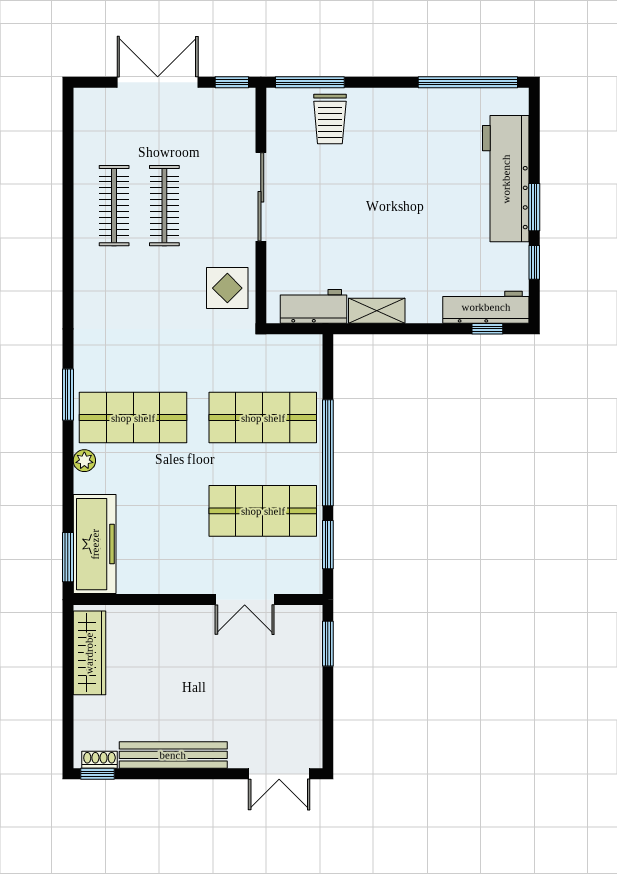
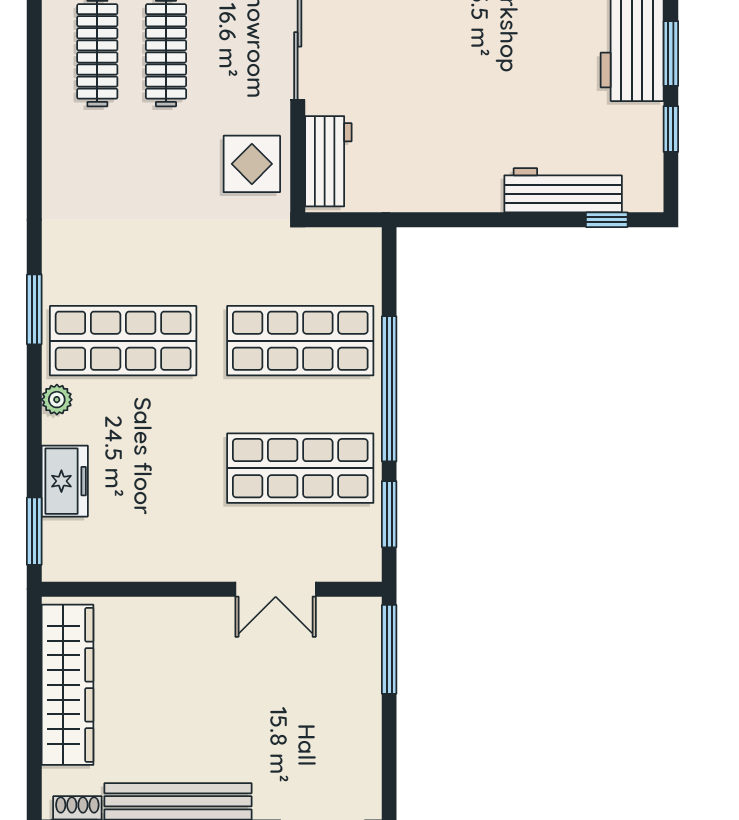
workbench: (313, 306) -> (328, 161), moved, turned 90
workbench: (486, 307) -> (563, 190), moved
shelving: (377, 311) -> (456, 195), removed
freezer: (95, 544) -> (65, 481), width x0.52, depth x0.79
window: (328, 644) -> (389, 649), width x1.44
wardrobe: (89, 653) -> (68, 685), width x1.40, depth x1.17

